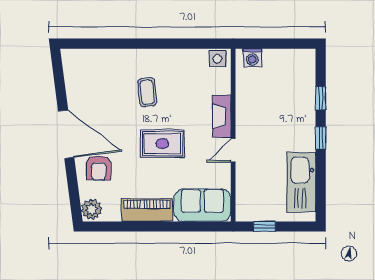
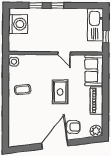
washing machine: (252, 58) -> (18, 24), moved, width x1.89, depth x1.89
coffee table: (147, 92) -> (23, 90), moved
fireplace: (222, 116) -> (45, 59), removed
kitchen sink: (301, 182) -> (95, 25), moved, turned 90

